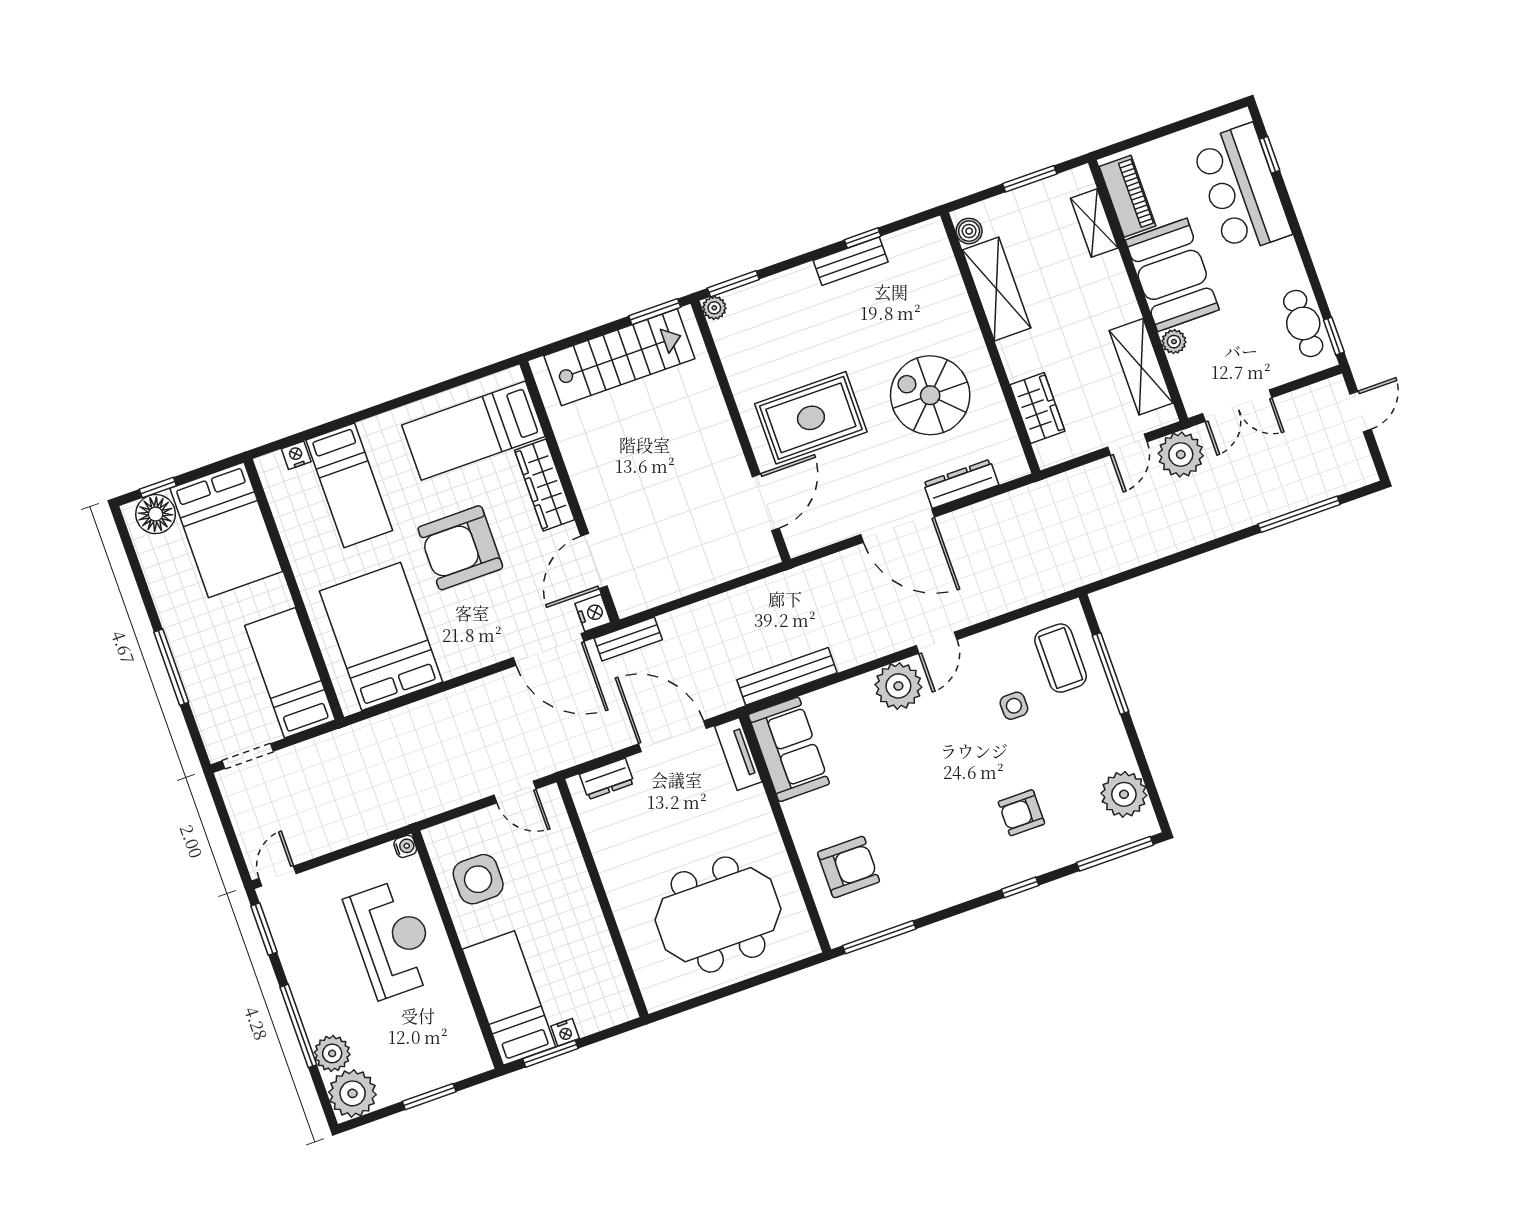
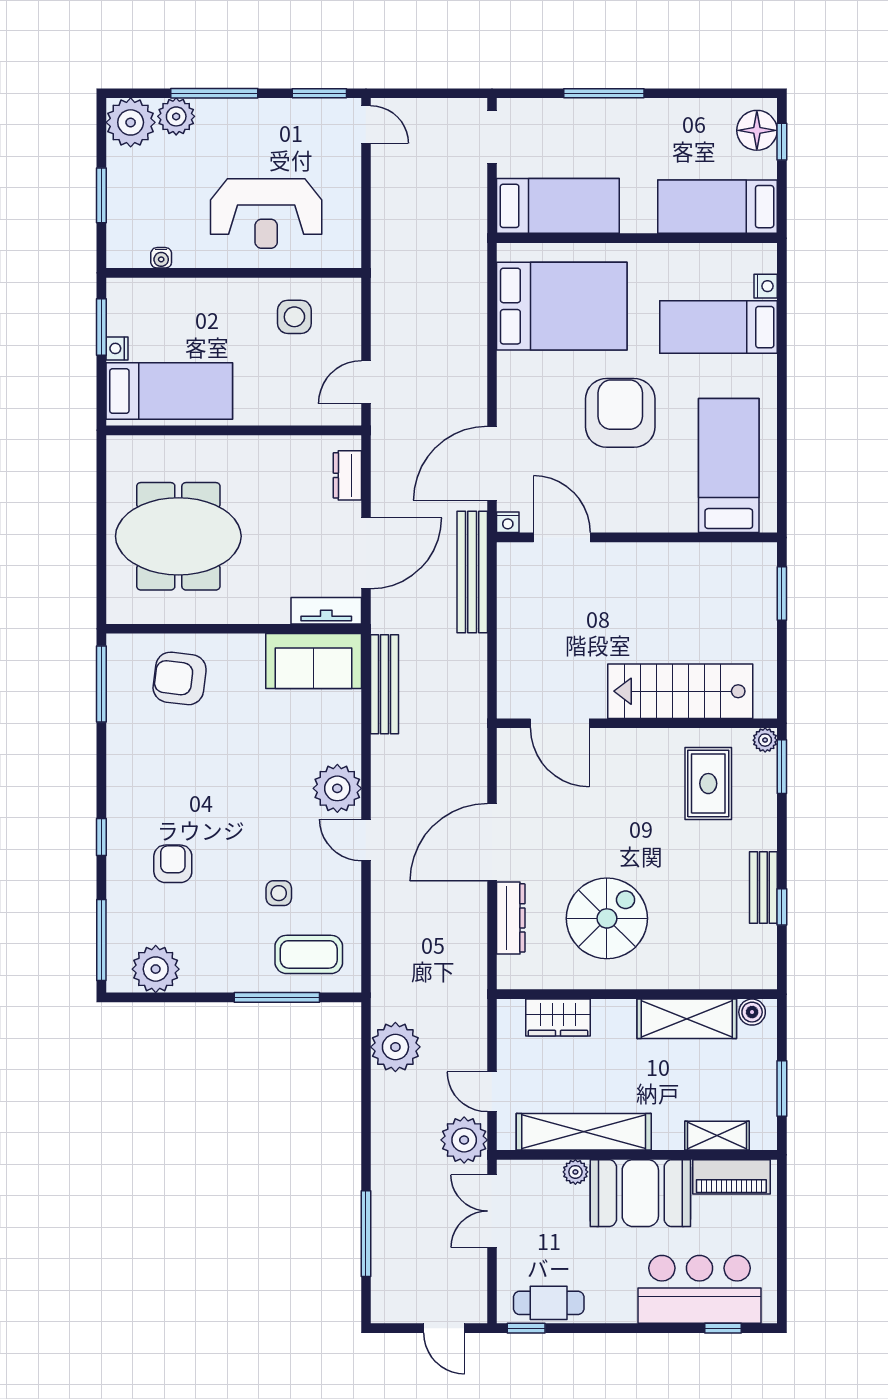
window: (655, 312) -> (782, 594), moved
stairs: (619, 357) -> (680, 691), moved, turned 90
shelving: (1141, 367) -> (584, 1132), width x1.47
rug: (811, 418) -> (708, 784), moved, width x0.73, depth x0.70
wardrobe: (545, 485) -> (652, 516), removed
bed: (226, 530) -> (718, 207), width x0.67
plant: (1118, 548) -> (395, 1047), added
nightstand: (593, 613) -> (508, 522), width x0.72, depth x0.74
bench: (628, 639) -> (472, 572), width x1.86, depth x1.21
water cooler: (405, 846) -> (161, 258), moved
armchair: (849, 867) -> (180, 678), turned 97
side table: (478, 879) -> (294, 317), width x0.73, depth x0.73
meeting table: (718, 915) -> (178, 536), turned 90
bed: (509, 998) -> (169, 391), moved

